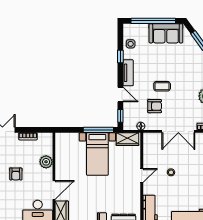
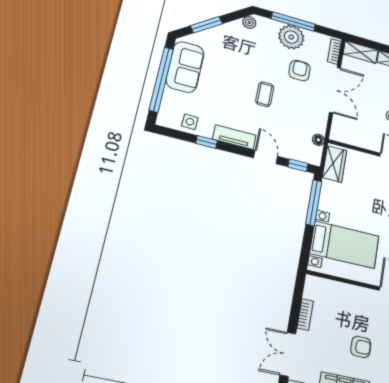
door: (120, 95) -> (266, 157), hinge flipped
armchair: (155, 106) -> (300, 71), moved
bed with nightstands: (97, 154) -> (345, 245), moved
plant: (46, 162) -> (349, 294), removed

